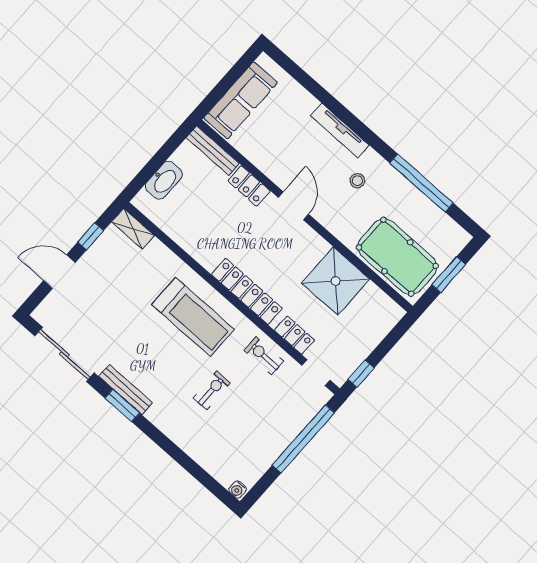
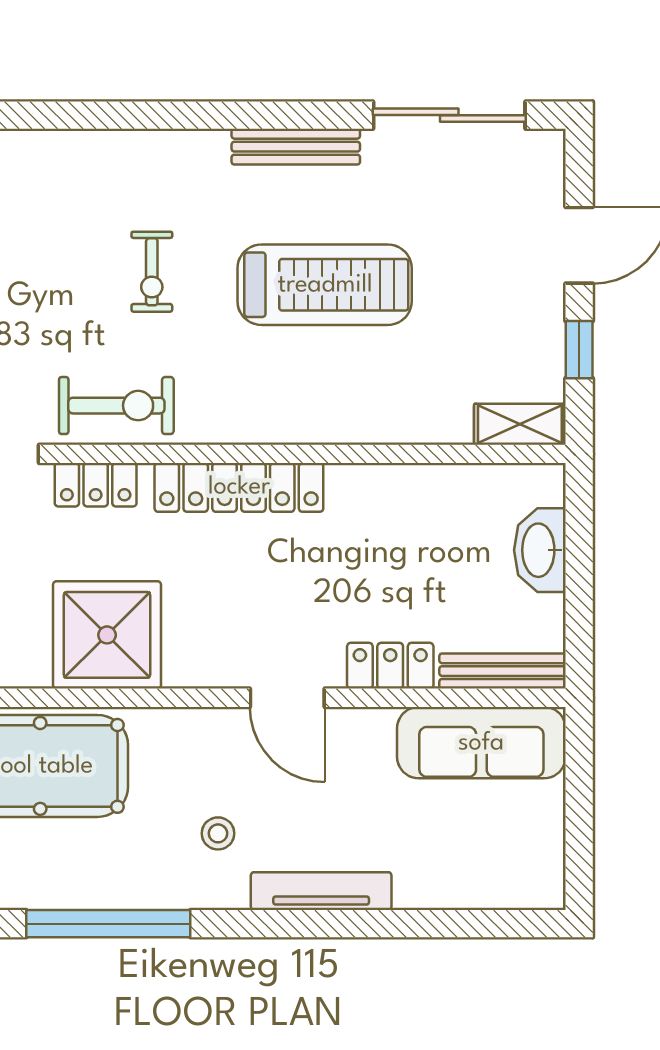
sofa: (241, 100) -> (481, 743), moved, turned -90
treadmill: (193, 317) -> (325, 285), moved, turned 180
exercise bike: (264, 356) -> (116, 406), width x1.38, depth x1.39
window: (122, 406) -> (278, 115), removed

